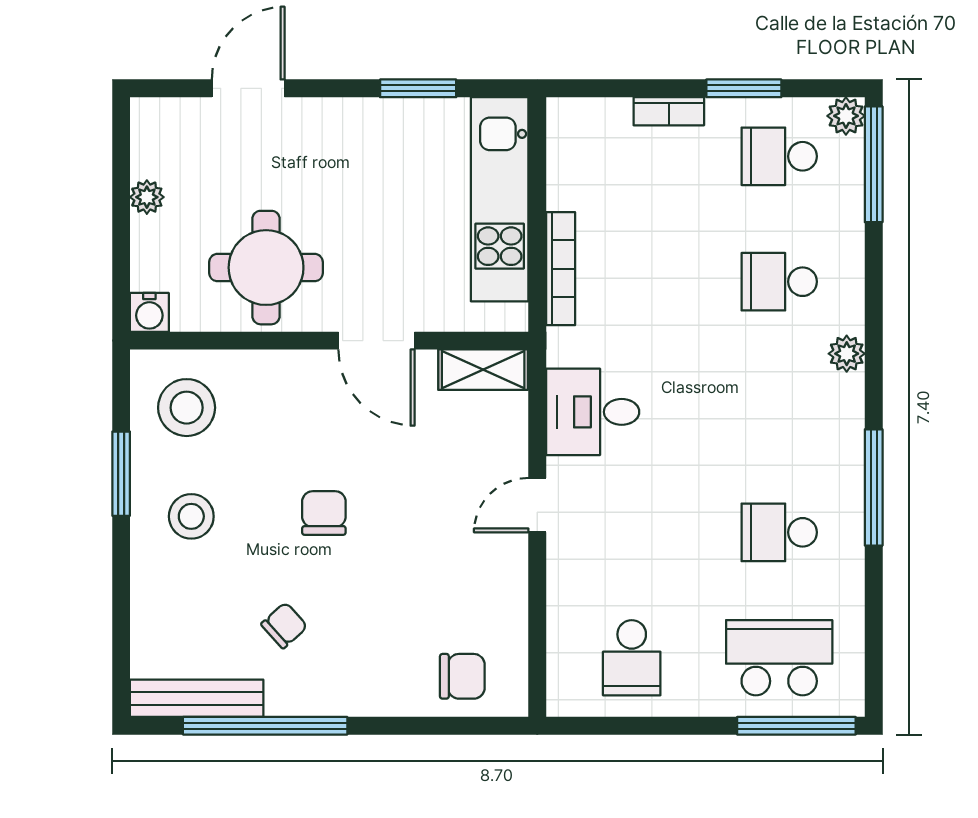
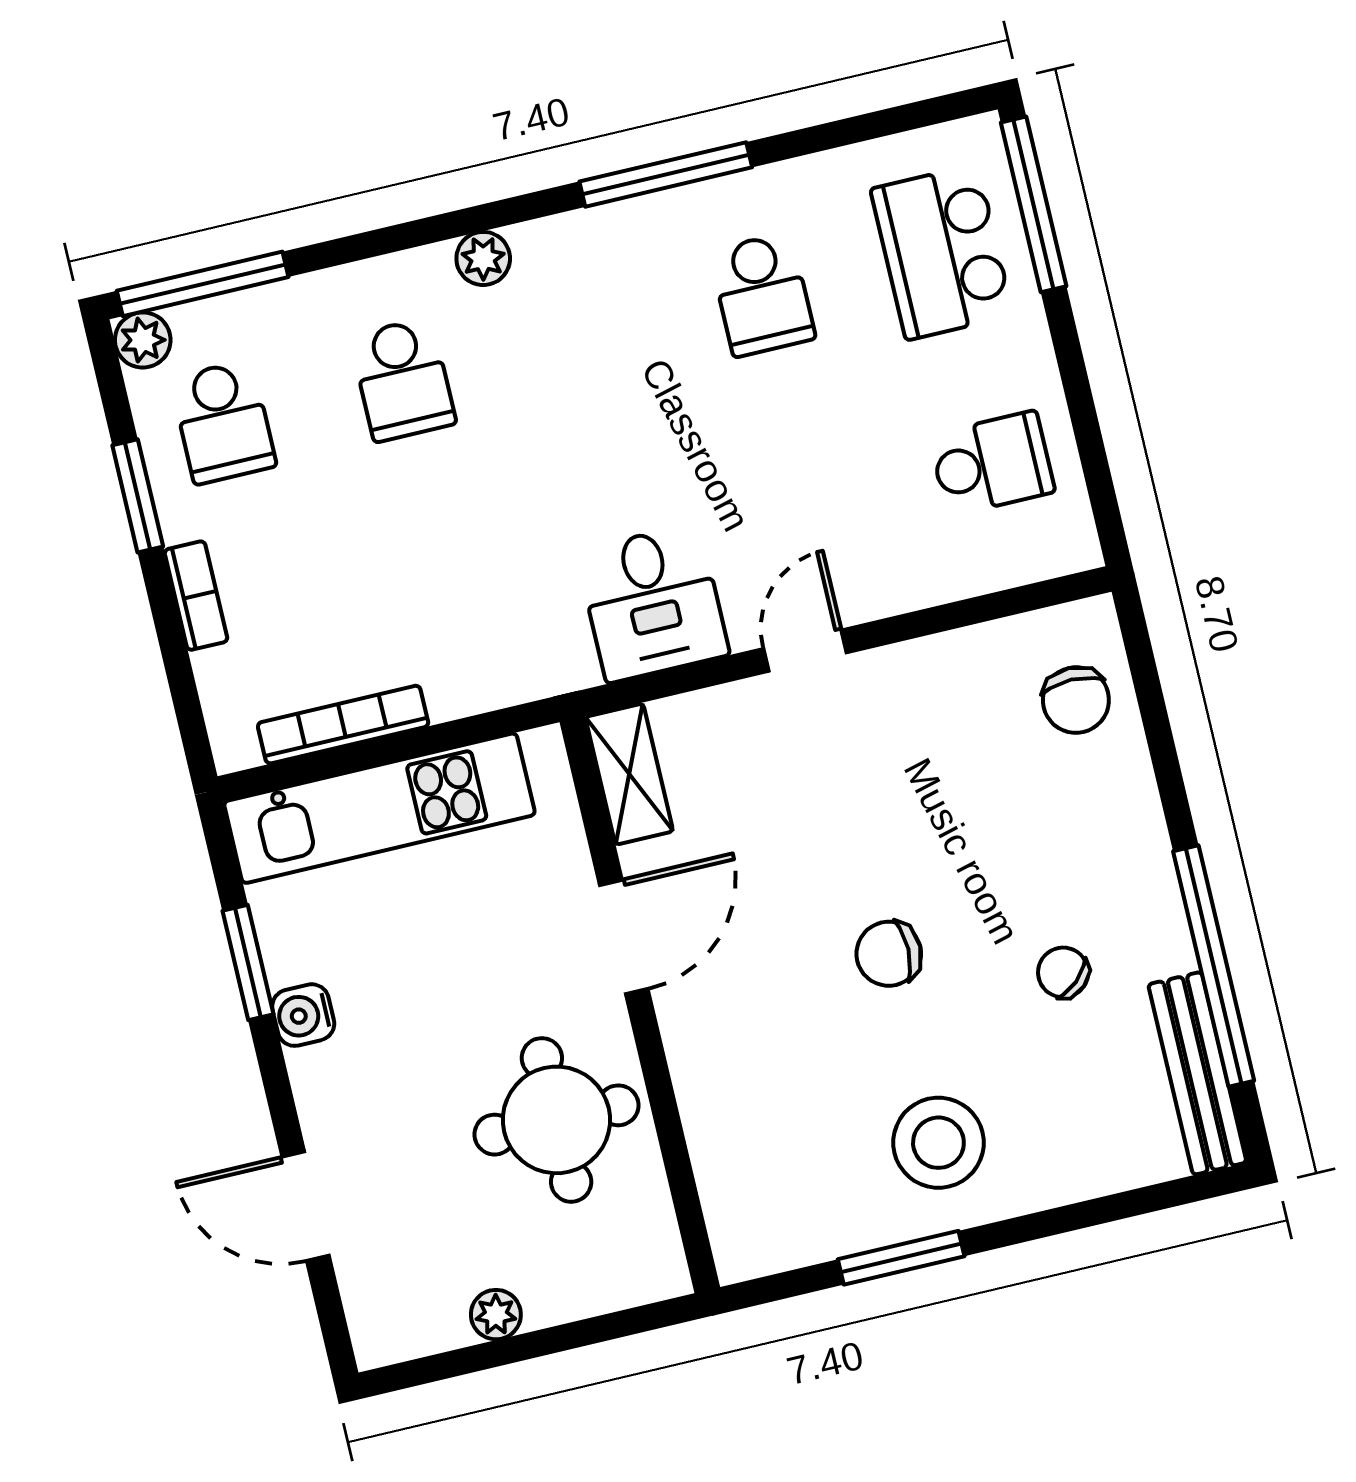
bookcase: (561, 269) -> (343, 725), moved
water cooler: (149, 312) -> (303, 1015), moved, turned 180
stool: (187, 408) -> (784, 1186), removed
door: (537, 505) -> (805, 651), swing flipped
stool: (191, 516) -> (938, 1143), width x1.38, depth x1.38
chair: (462, 676) -> (1076, 700), turned 180

